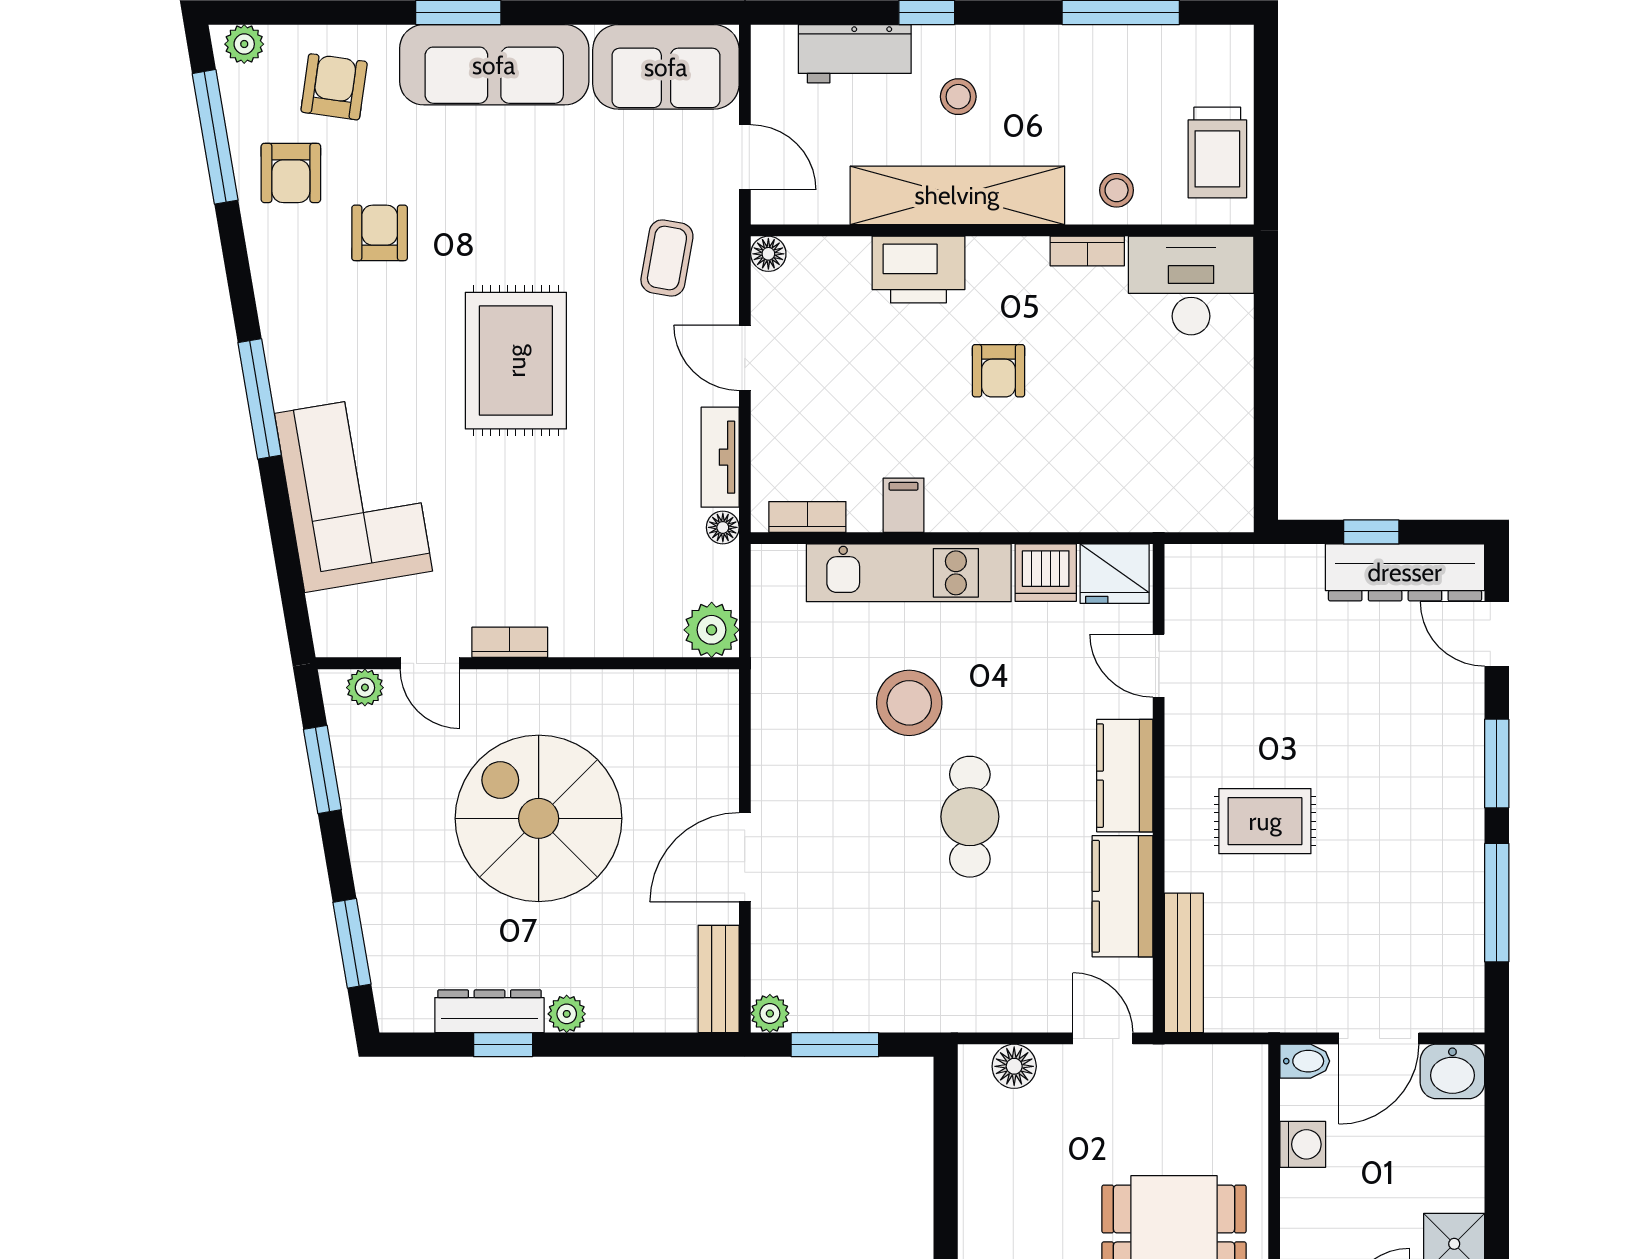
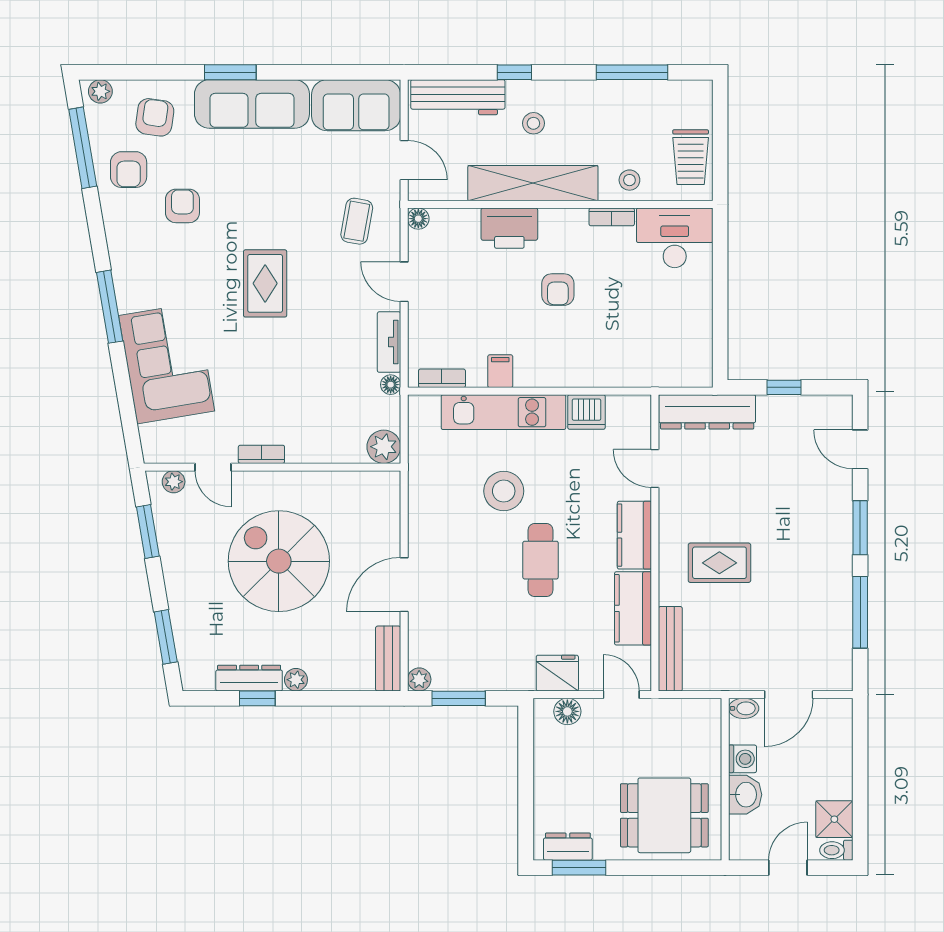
workbench: (855, 54) -> (458, 97), width x1.38
rug: (516, 361) -> (265, 283), width x0.73, depth x0.70
dresser: (1405, 572) -> (707, 412), moved
fridge: (1115, 574) -> (557, 673), moved, turned 180
washbasin: (1452, 1071) -> (745, 795), moved, turned -90

